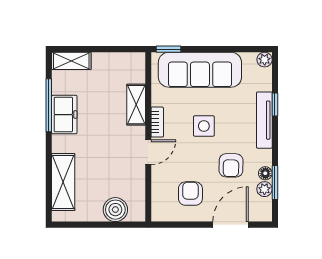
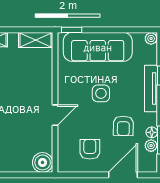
shelving: (136, 105) -> (36, 40), moved, turned 90
bookcase: (157, 122) -> (62, 90), removed
boiler: (115, 210) -> (43, 162), moved

